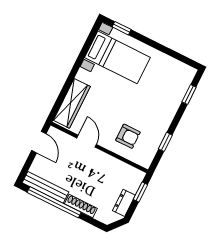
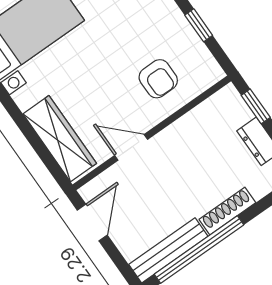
armchair: (128, 136) -> (158, 79), turned 90
door: (39, 142) -> (92, 223), hinge flipped

